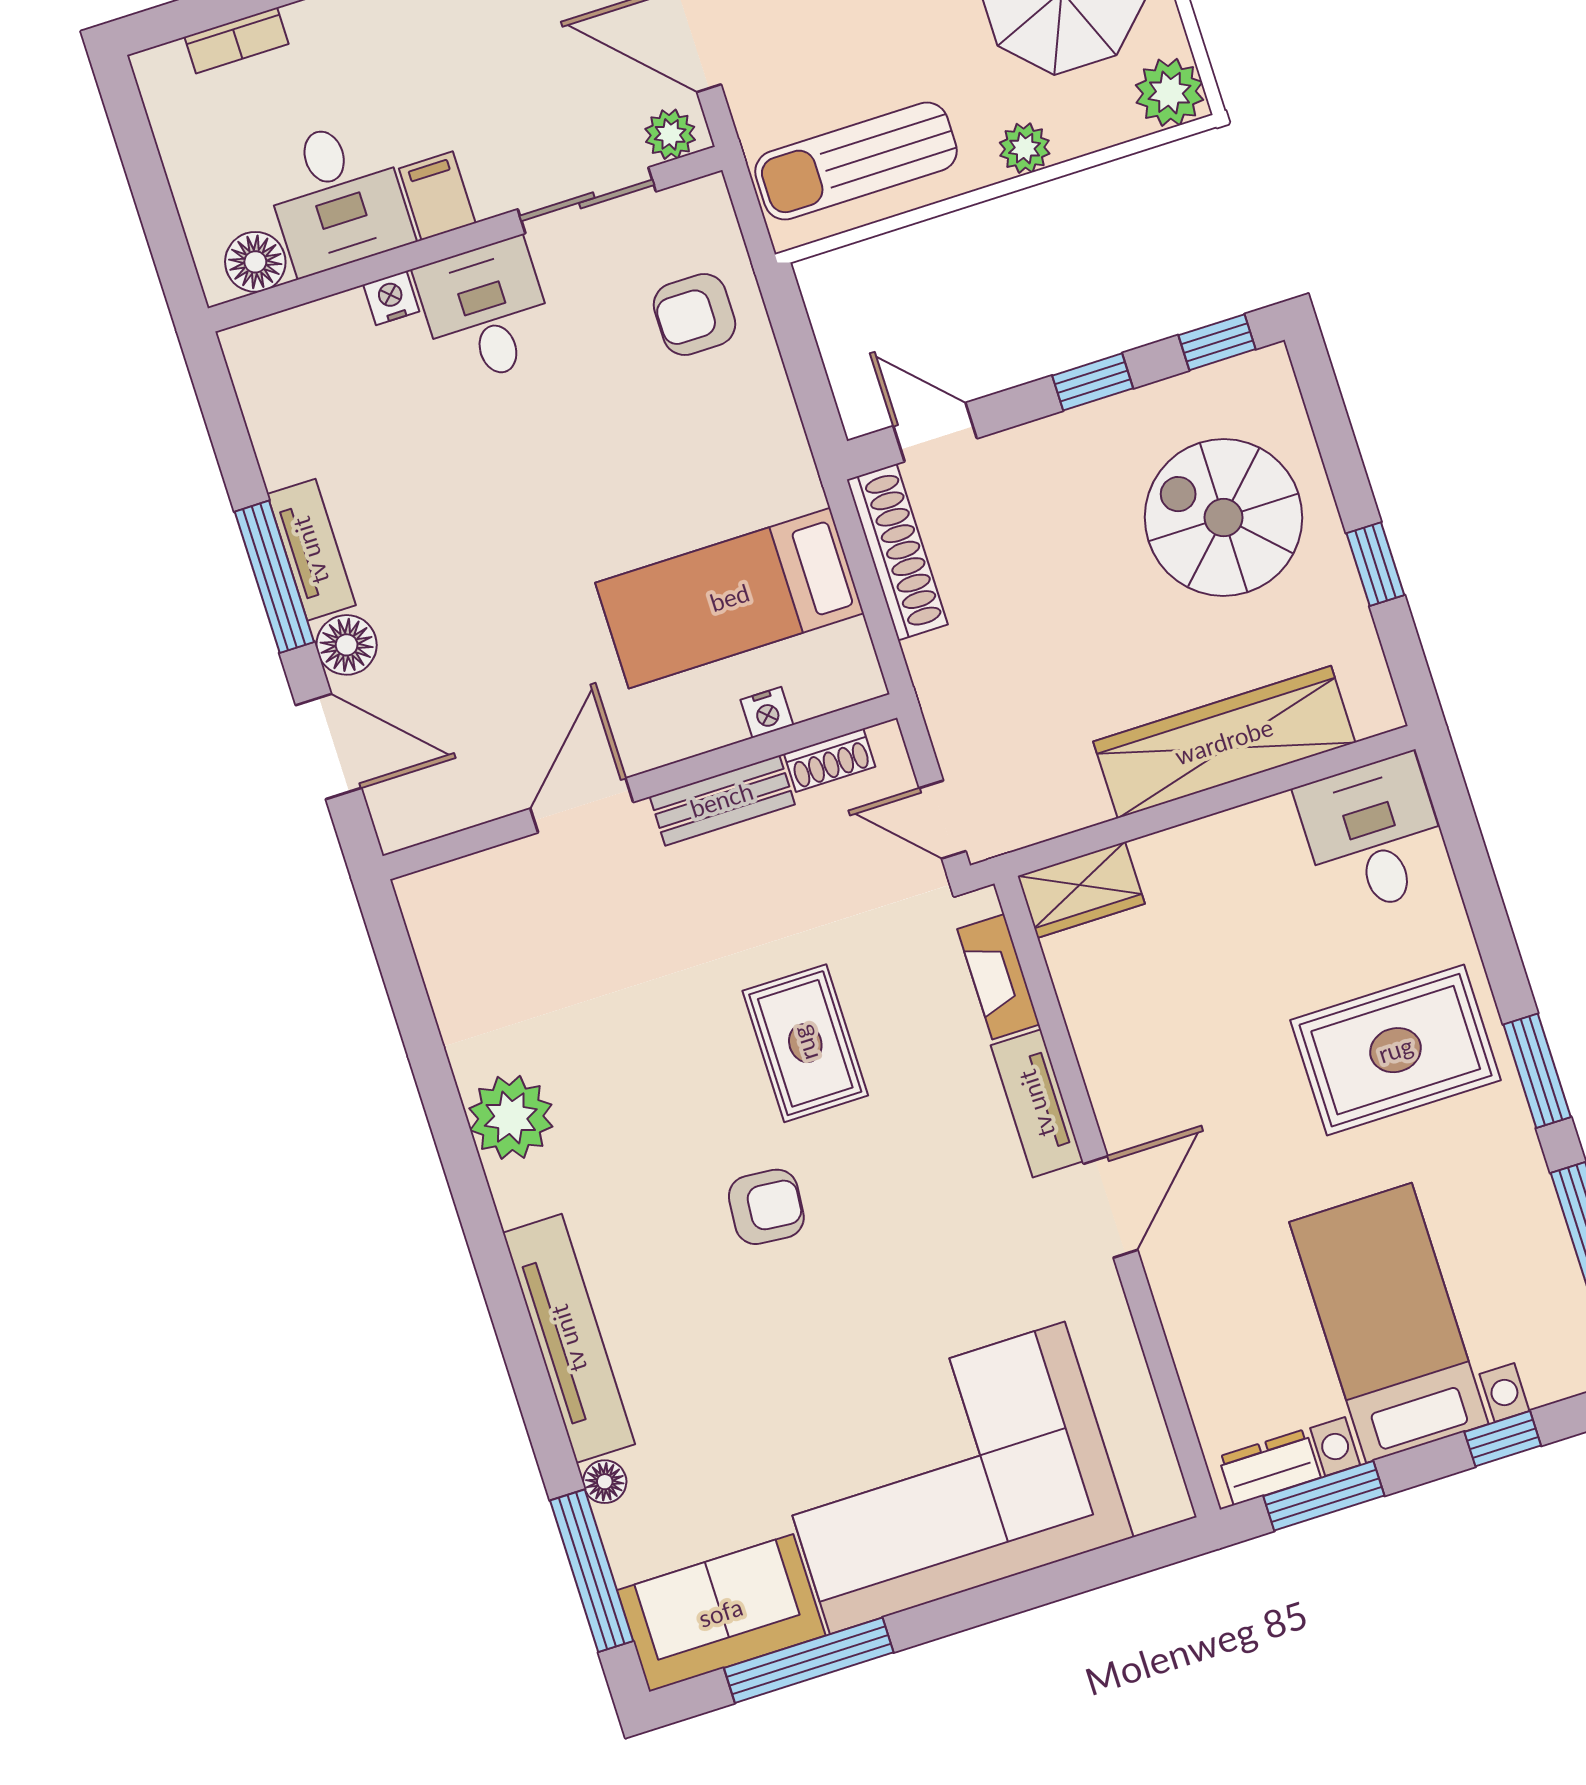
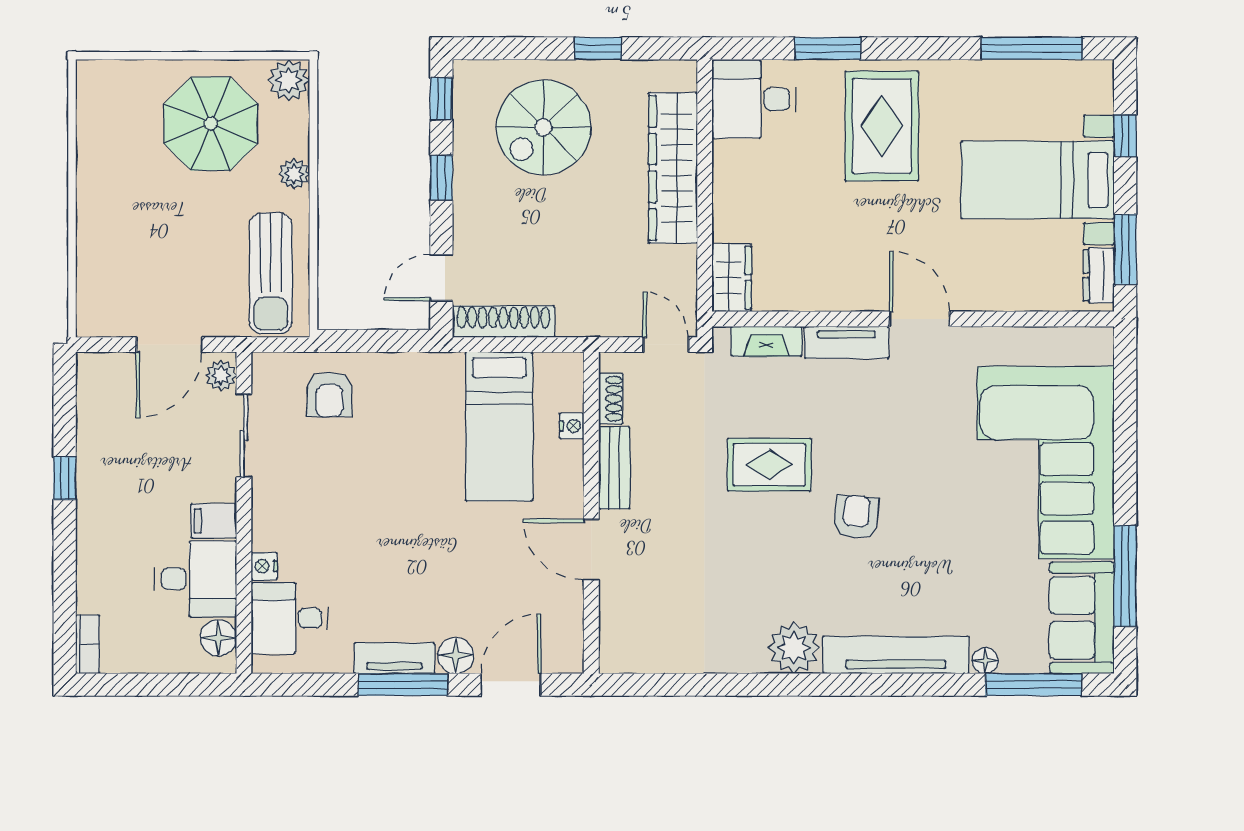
bookcase: (236, 40) -> (87, 644), moved
desk: (486, 312) -> (289, 618), moved
door: (942, 820) -> (666, 345), swing flipped
window: (1537, 1071) -> (828, 48), moved
plant: (511, 1117) -> (794, 648), moved

